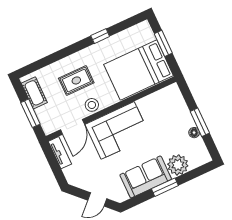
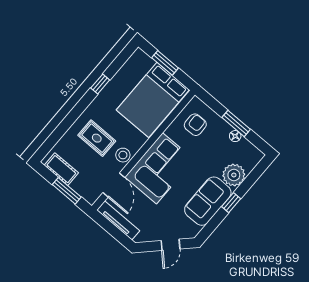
rug: (76, 80) -> (97, 138), turned 90
armchair: (165, 107) -> (195, 125), added
tv unit: (60, 153) -> (118, 220), width x1.41
window: (165, 187) -> (231, 203), width x0.67

